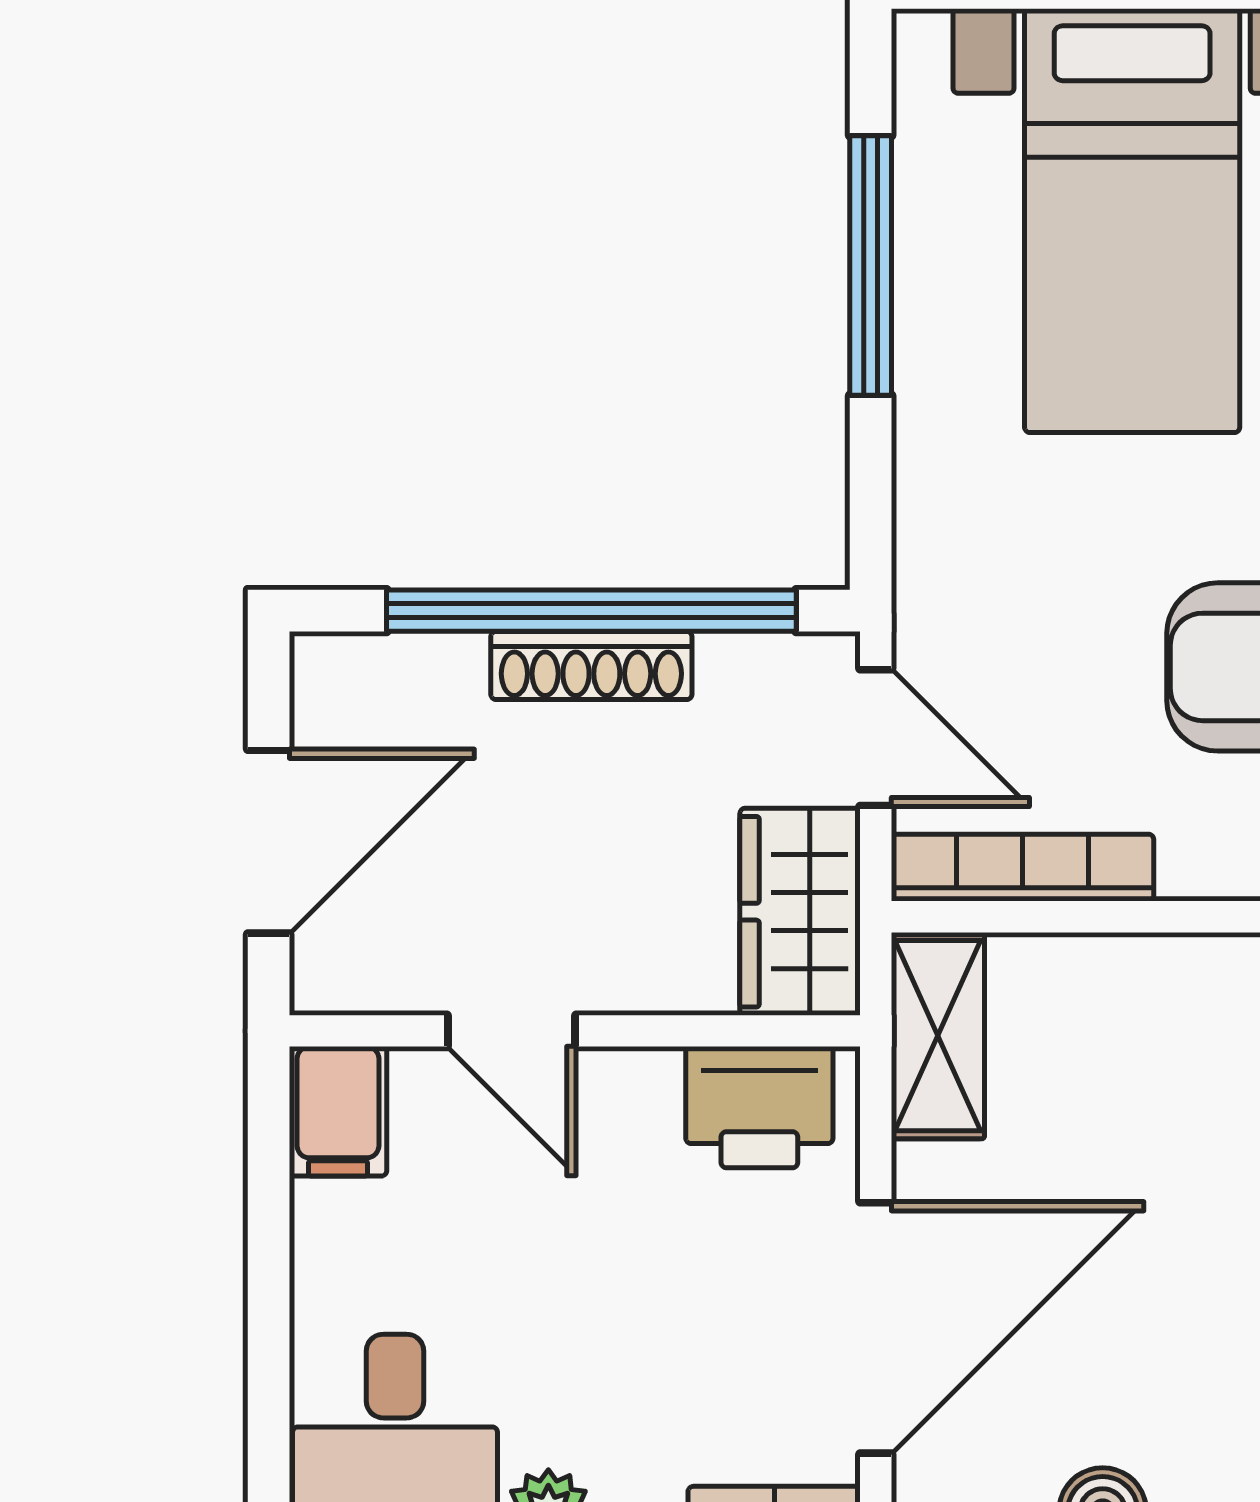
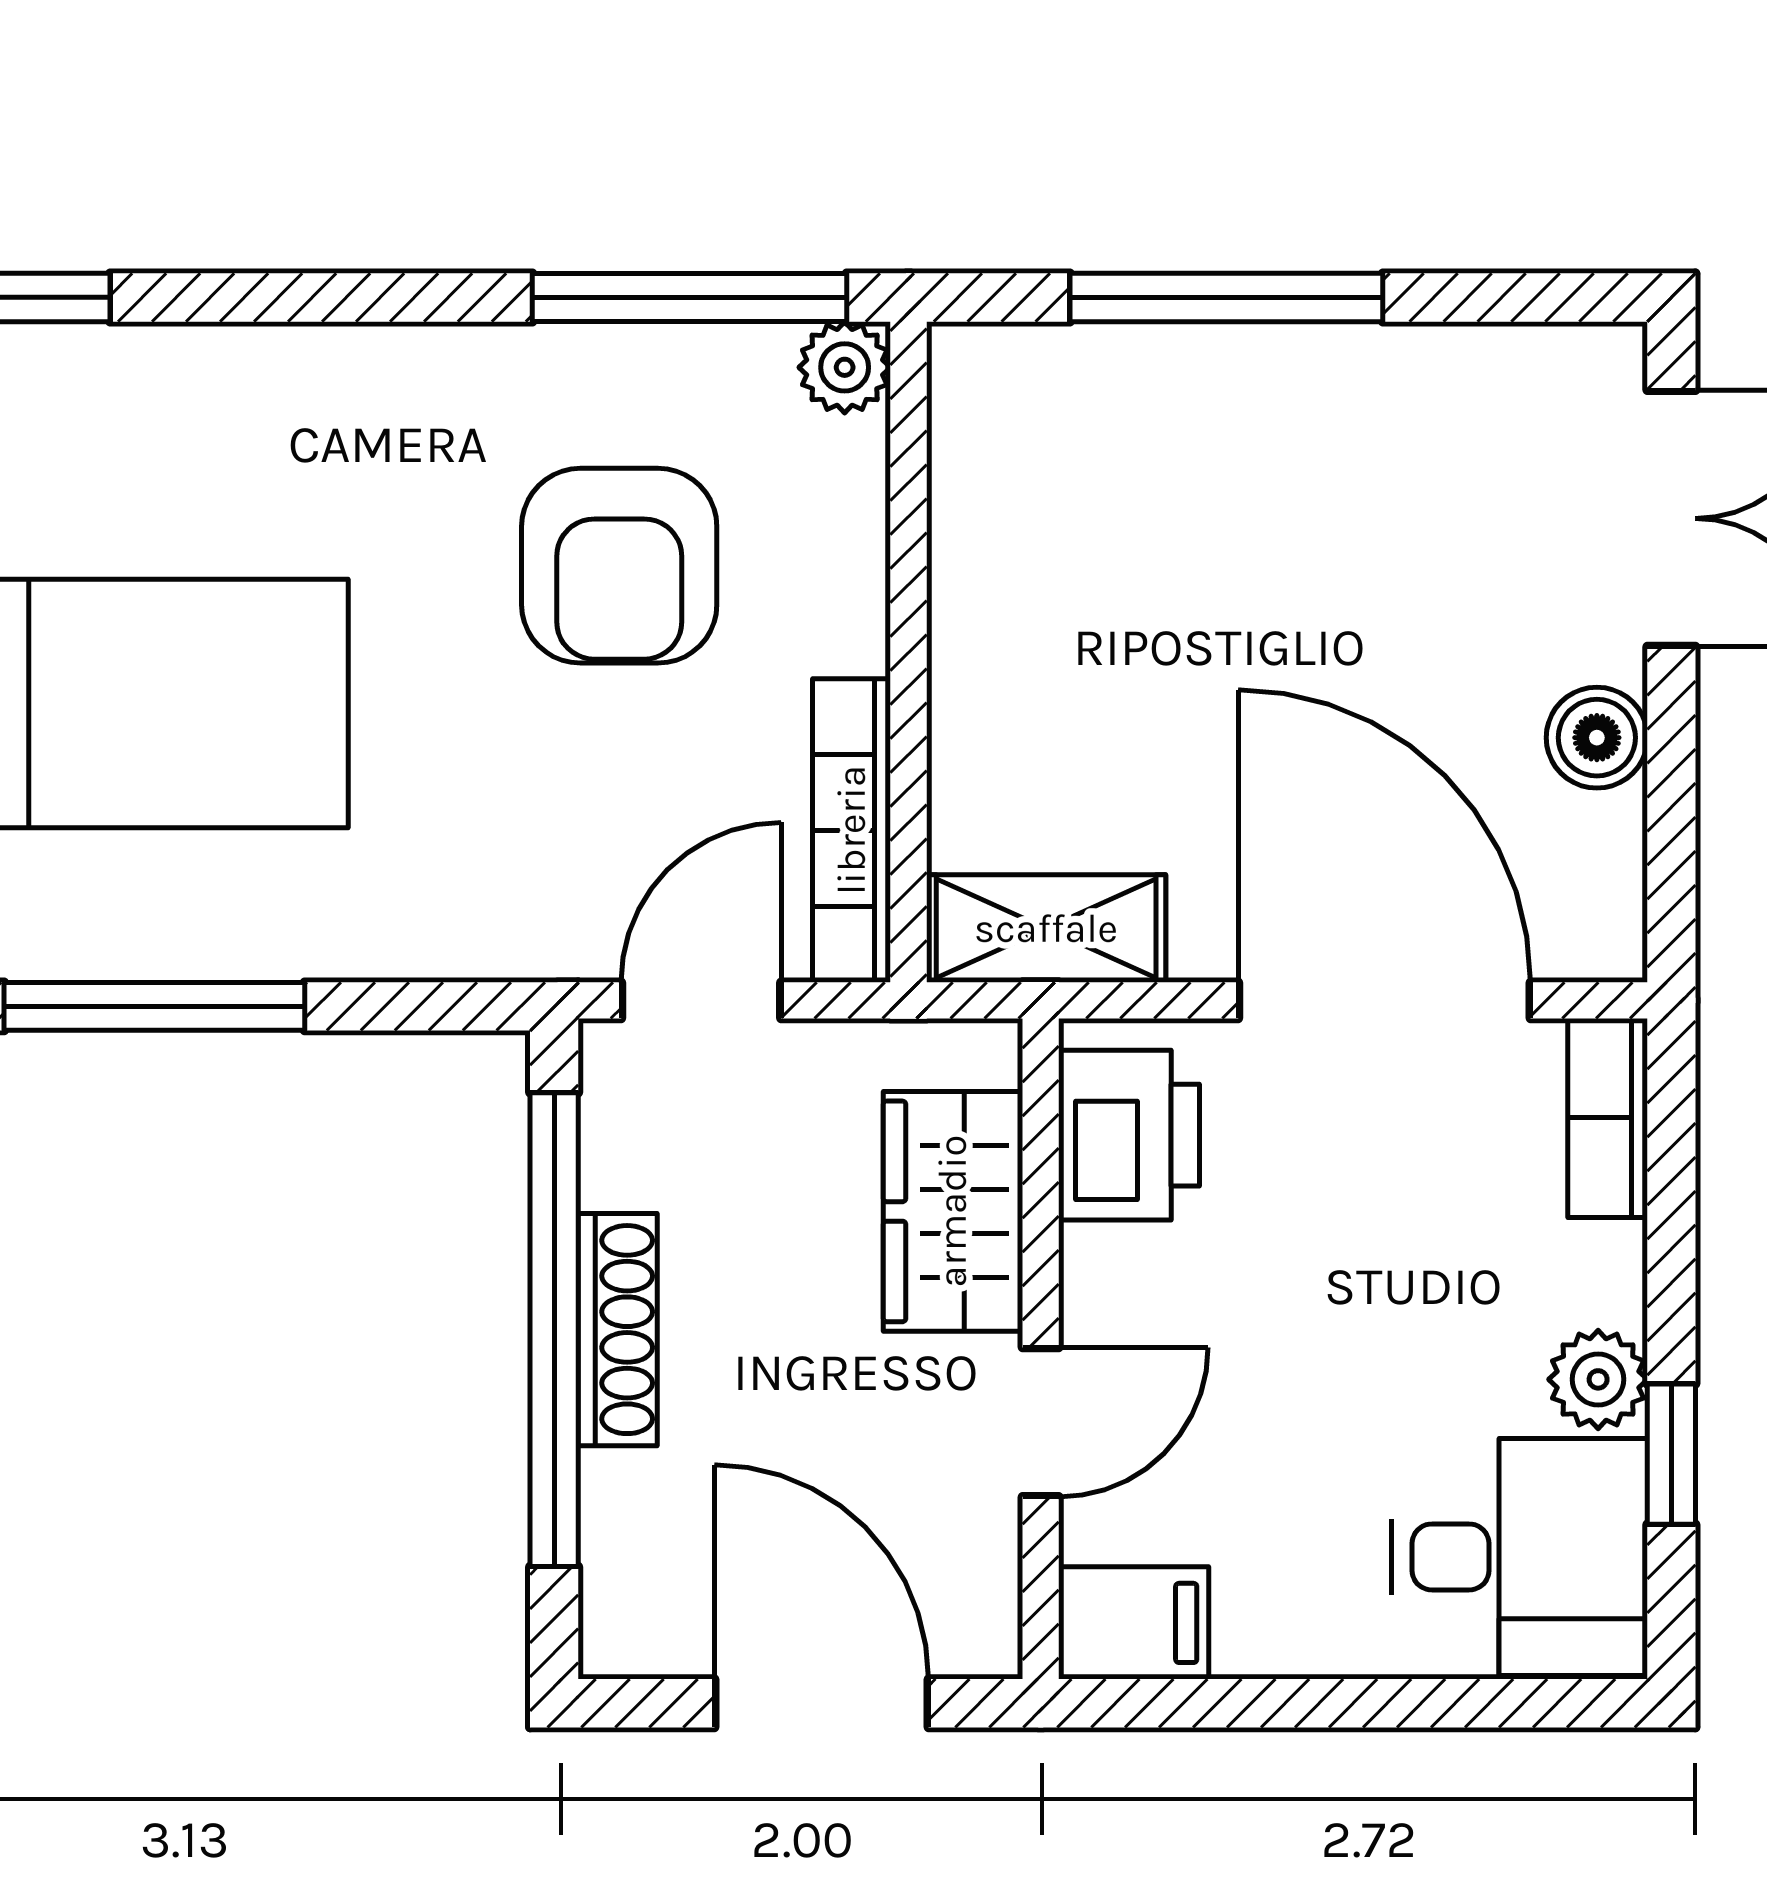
wardrobe: (800, 912) -> (953, 1211), moved, turned 90

